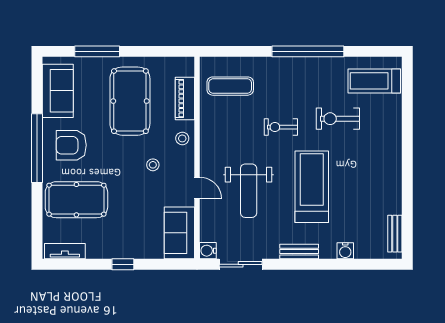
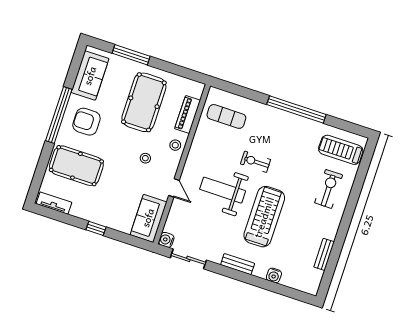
exercise bike: (338, 119) -> (329, 189), moved, turned 90
weight bench: (249, 191) -> (223, 190), moved, turned 90
bench: (395, 234) -> (324, 254), moved

